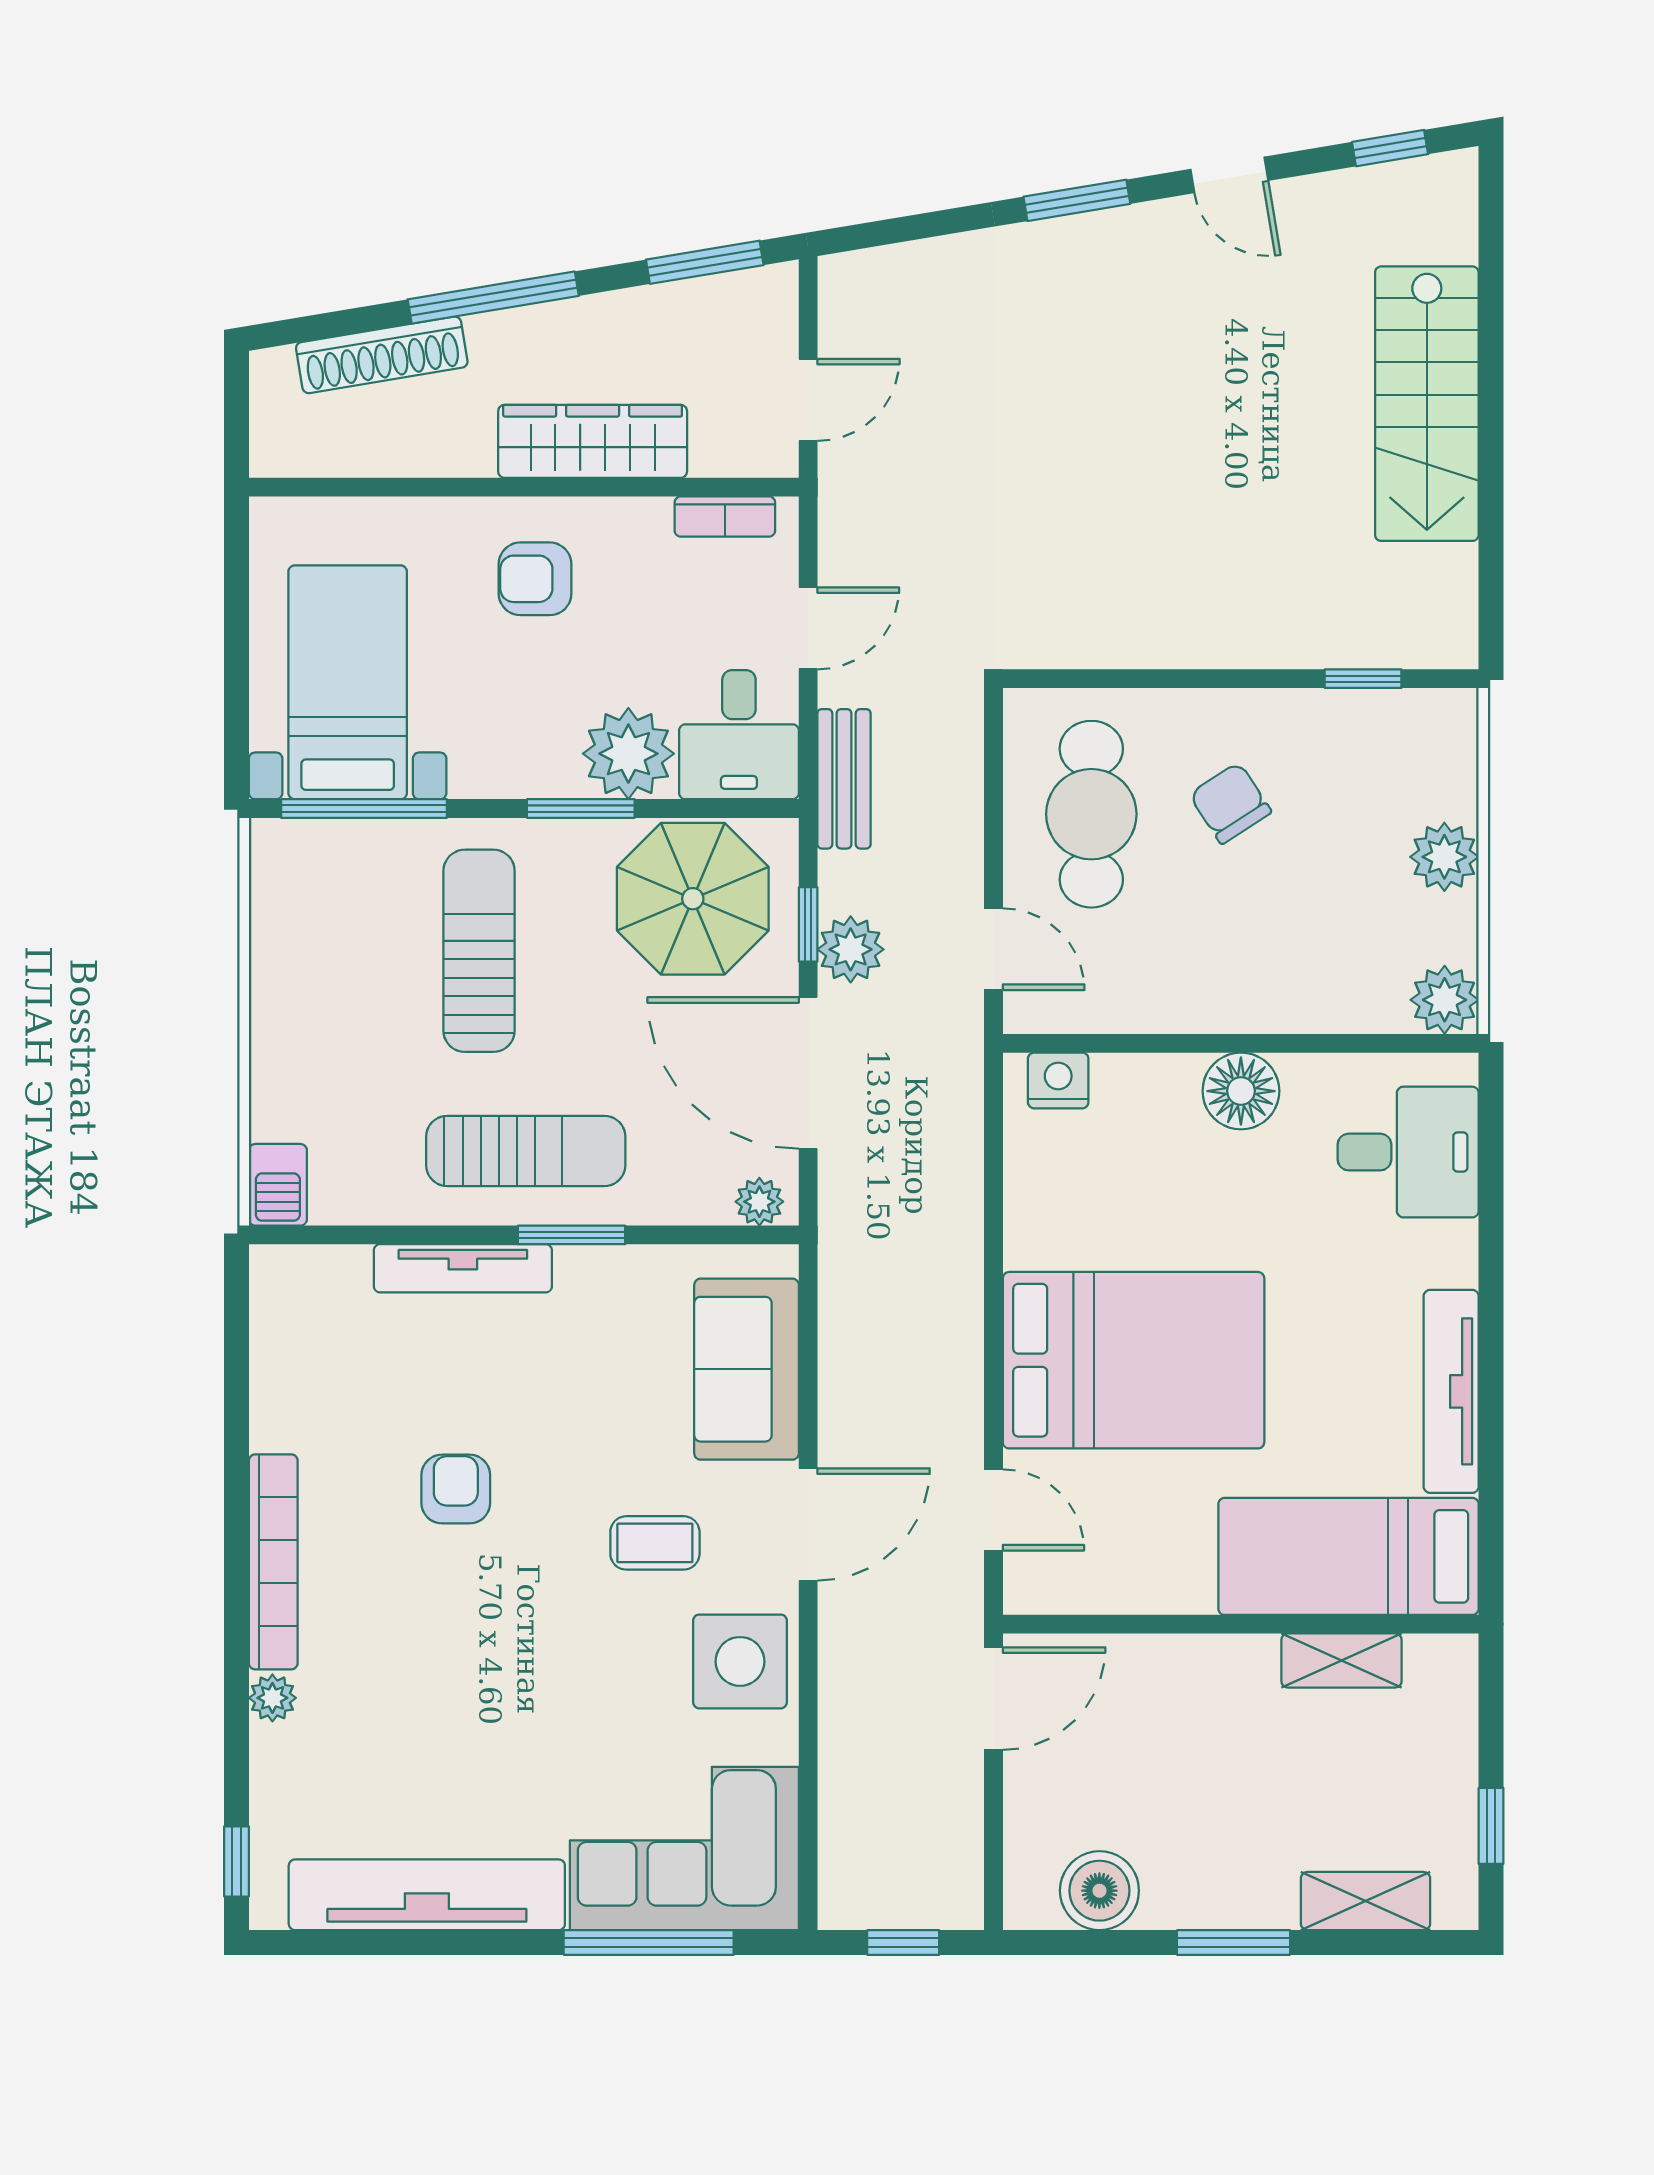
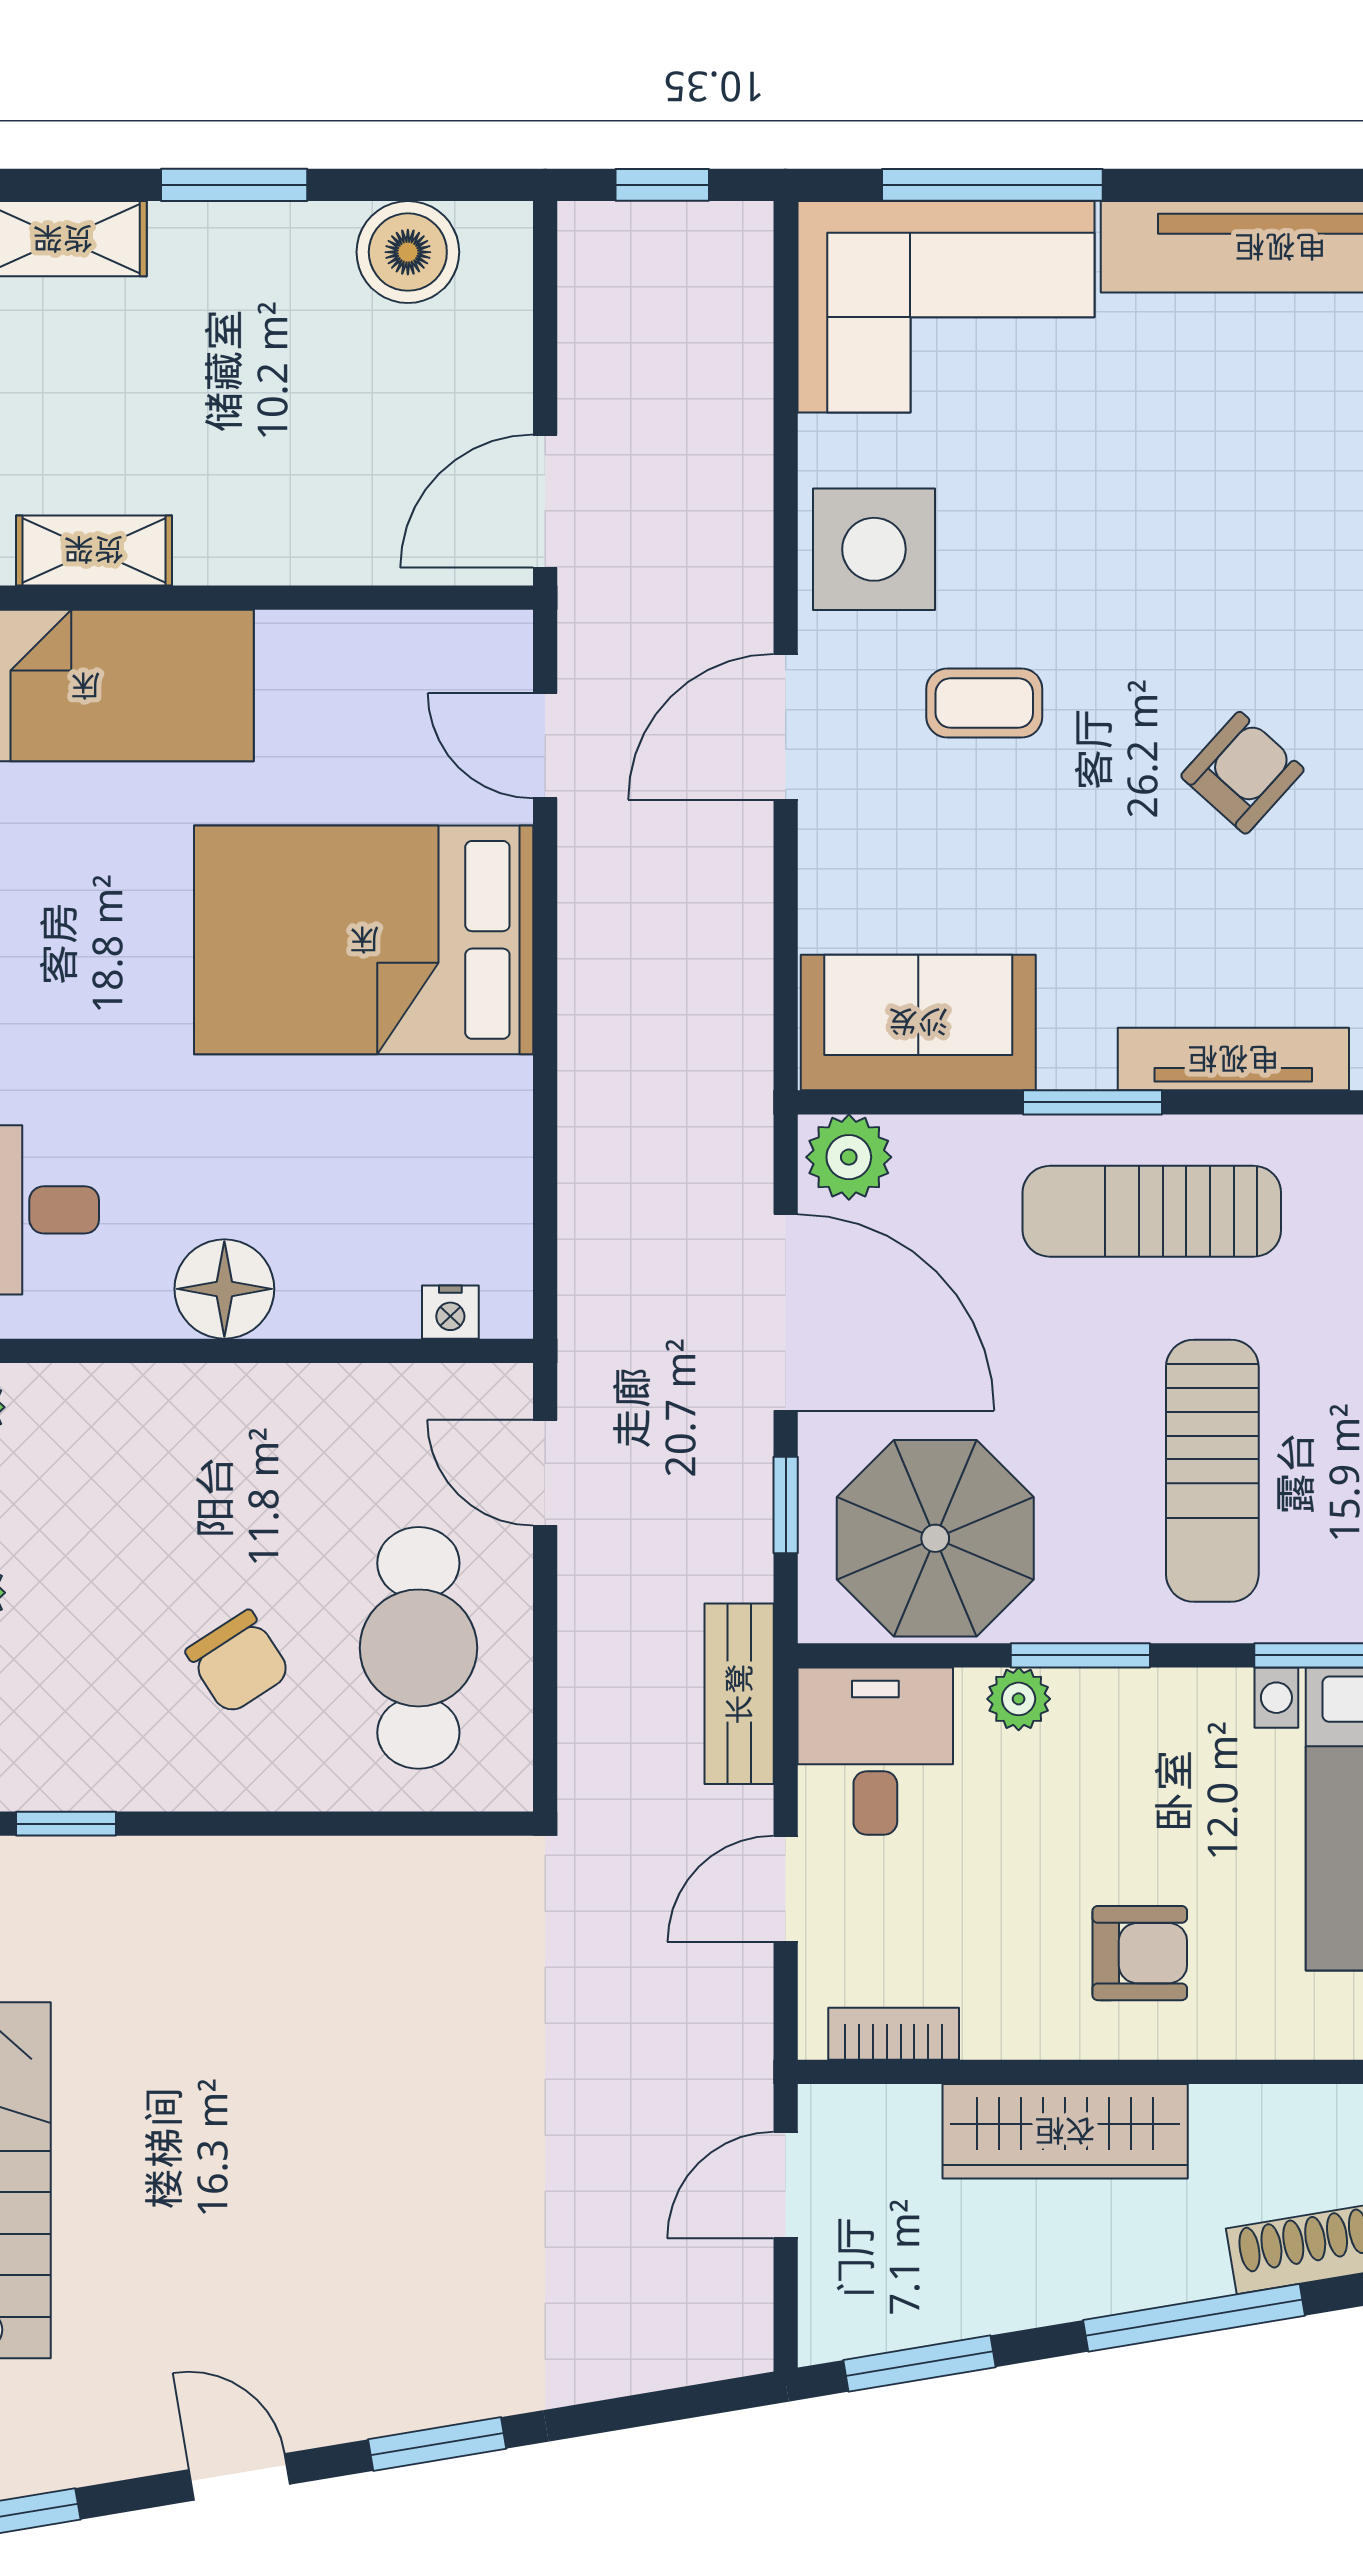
plant: (628, 754) -> (1019, 1699), width x0.53, depth x0.53
plant: (851, 949) -> (731, 1473), removed
nightstand: (1058, 1080) -> (450, 1312), width x0.72, depth x0.74
plant: (759, 1202) -> (849, 1157), width x1.38, depth x1.38
sofa: (747, 1369) -> (918, 1022), moved, turned -90
armchair: (456, 1489) -> (1242, 773), turned -138

